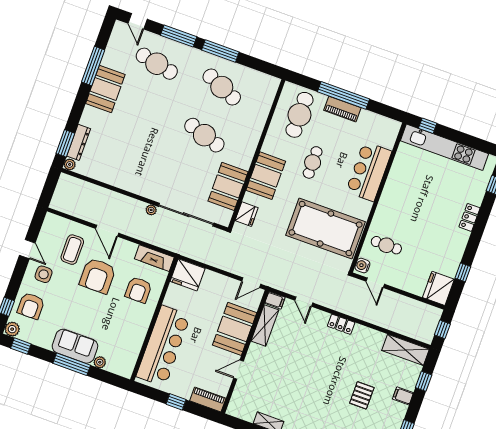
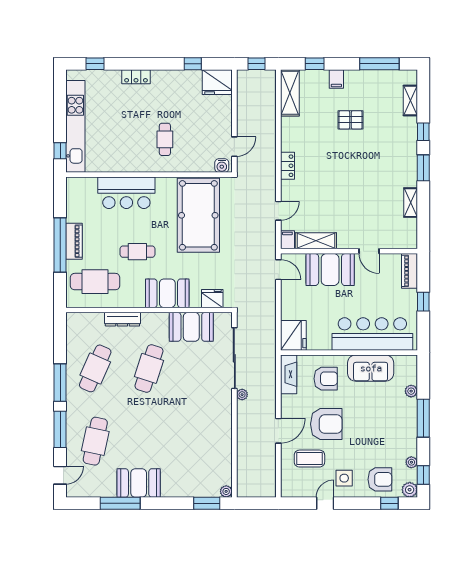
dresser: (79, 142) -> (122, 319), moved, turned 180
cafe table: (386, 245) -> (165, 139), moved
plant: (36, 340) -> (411, 462), added
sofa: (75, 346) -> (371, 368), moved, turned -90

